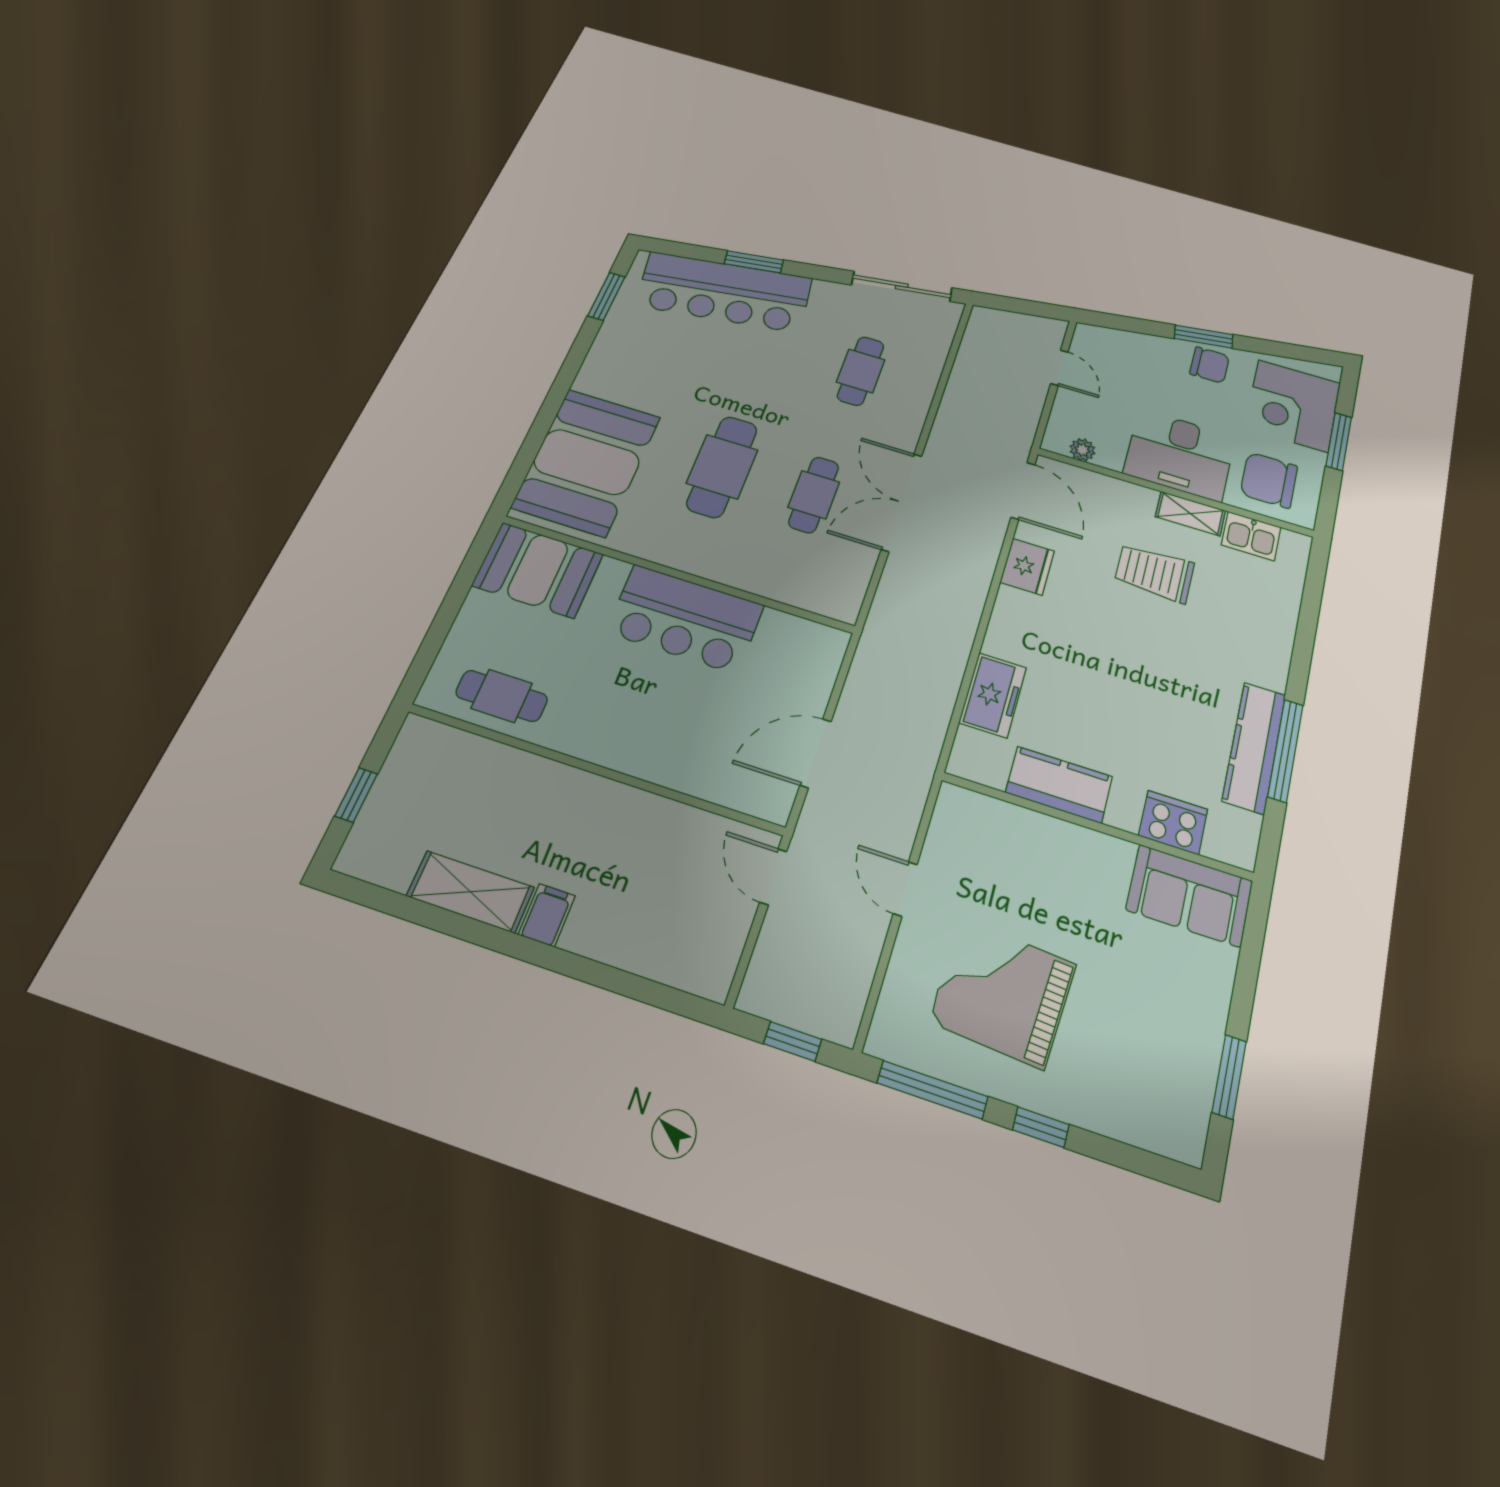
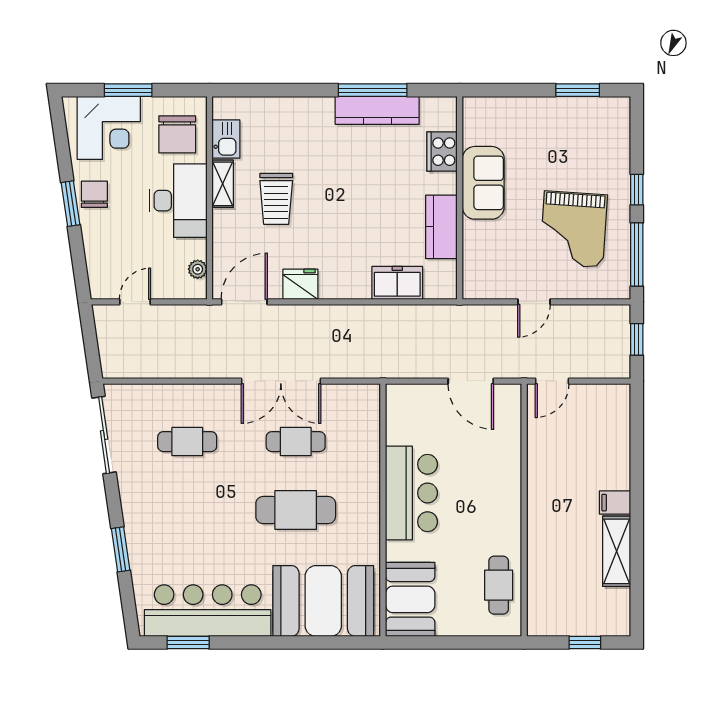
bar counter: (724, 292) -> (208, 611), moved, turned -82
sofa: (1189, 895) -> (483, 183), moved

